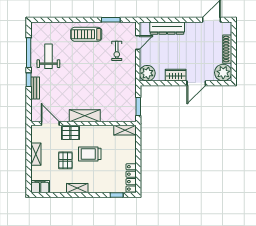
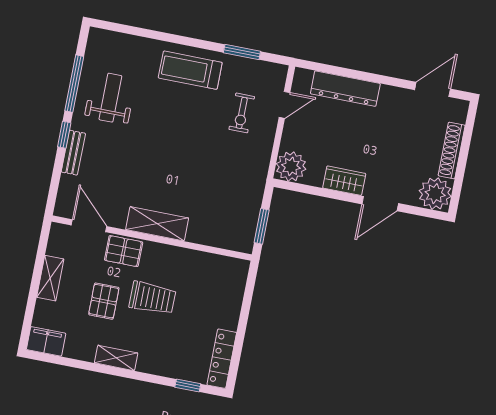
shelving: (125, 130) -> (228, 266), removed
trolley: (90, 154) -> (152, 298), turned 180

